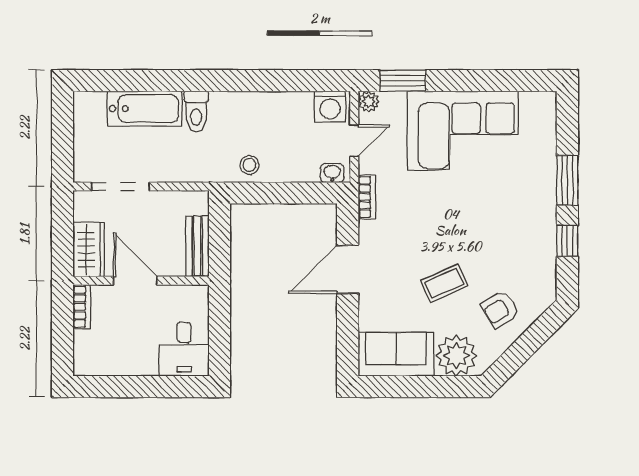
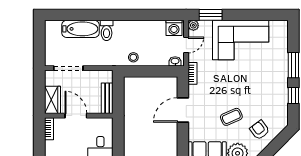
armchair: (500, 309) -> (260, 130), turned 84

